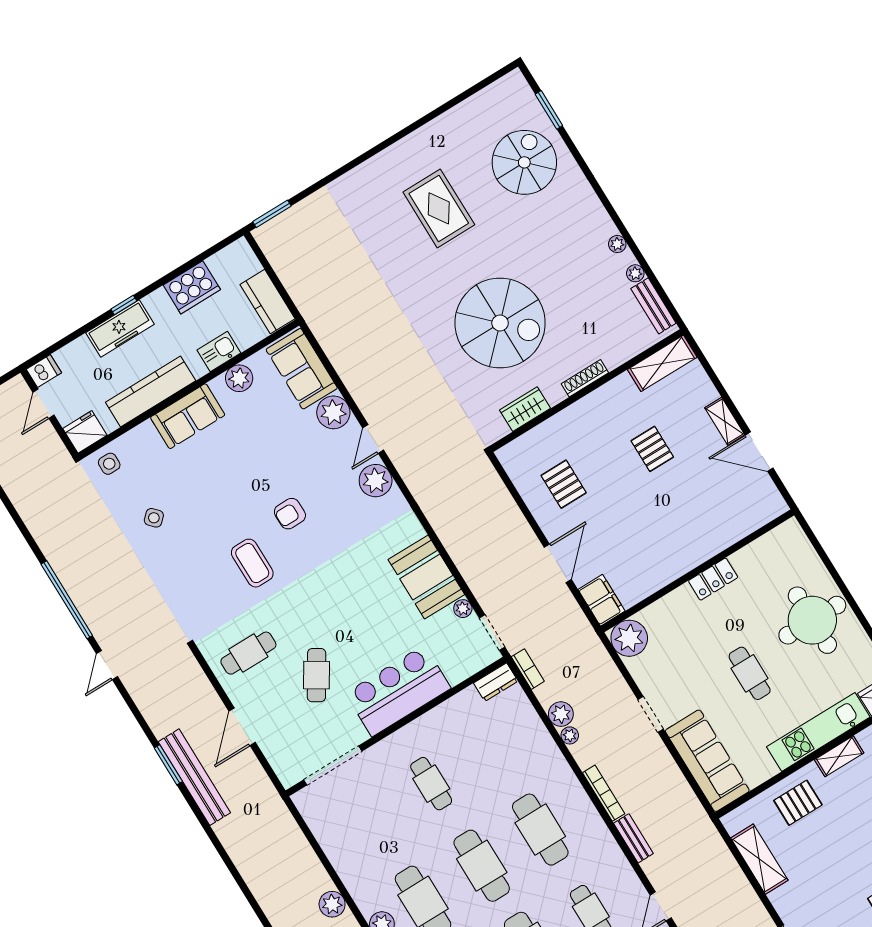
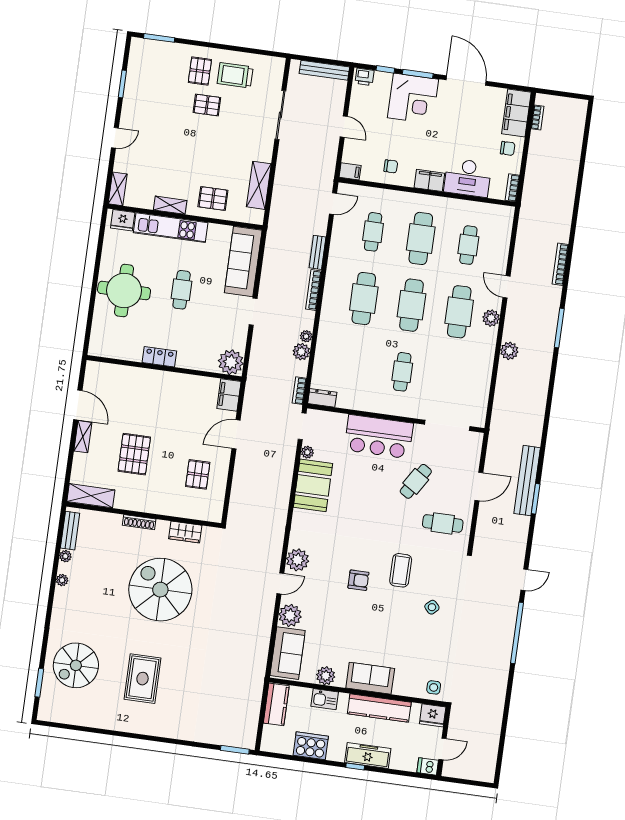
pallet: (652, 449) -> (134, 454), width x1.50, depth x1.42
side table: (154, 518) -> (432, 607), moved

